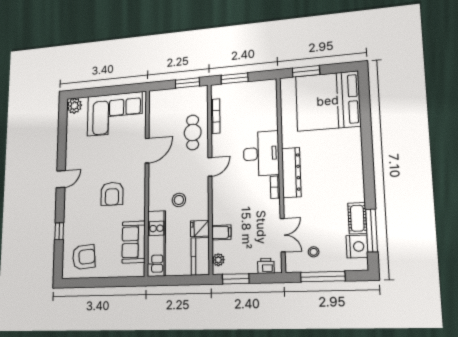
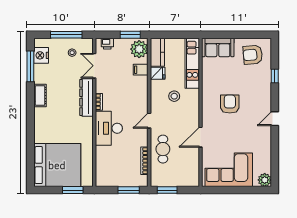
dresser: (291, 172) -> (86, 97), moved
cot: (357, 218) -> (40, 96), moved
sofa: (134, 242) -> (218, 47), moved, turned 90
plant: (218, 260) -> (139, 49), width x1.87, depth x1.87

